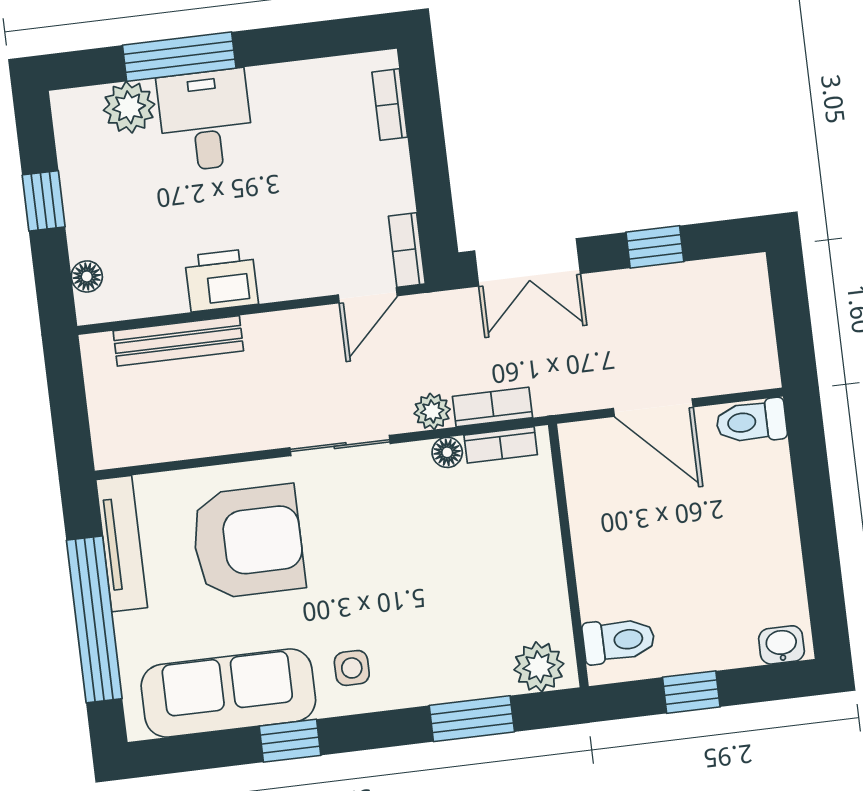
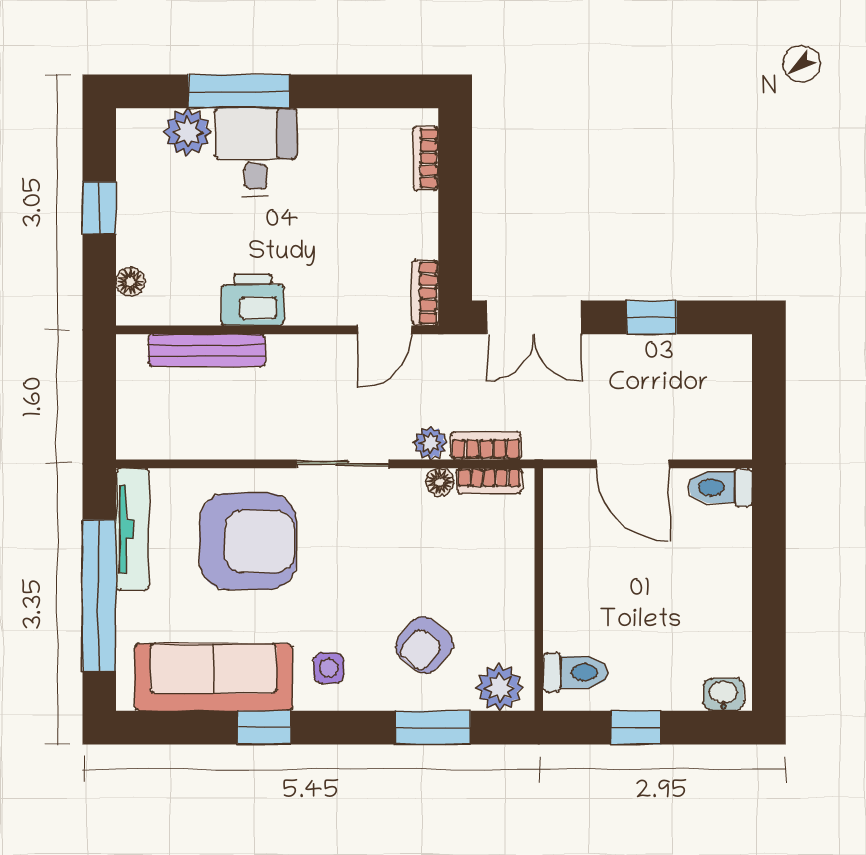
armchair: (452, 631) -> (424, 645), added

